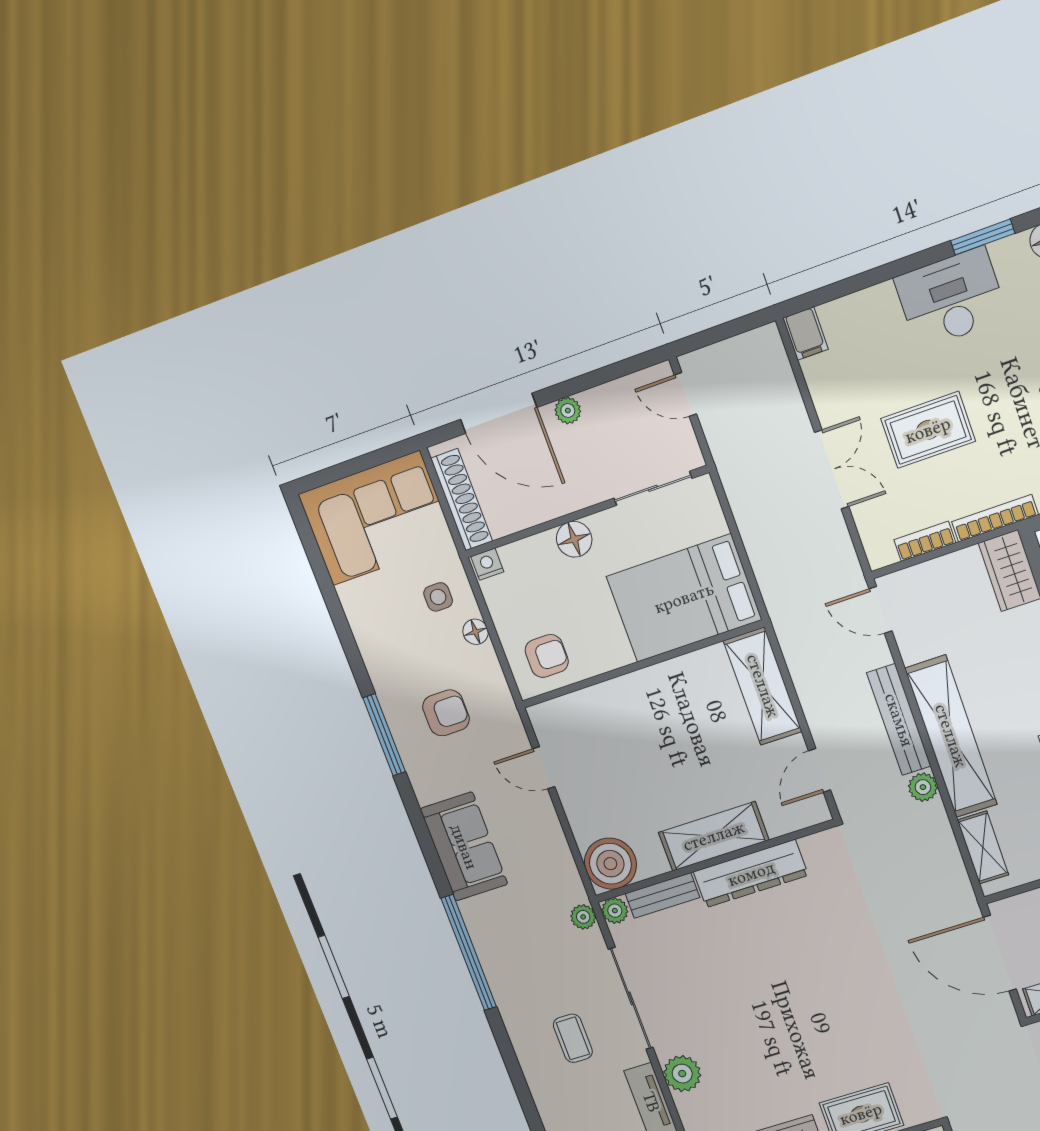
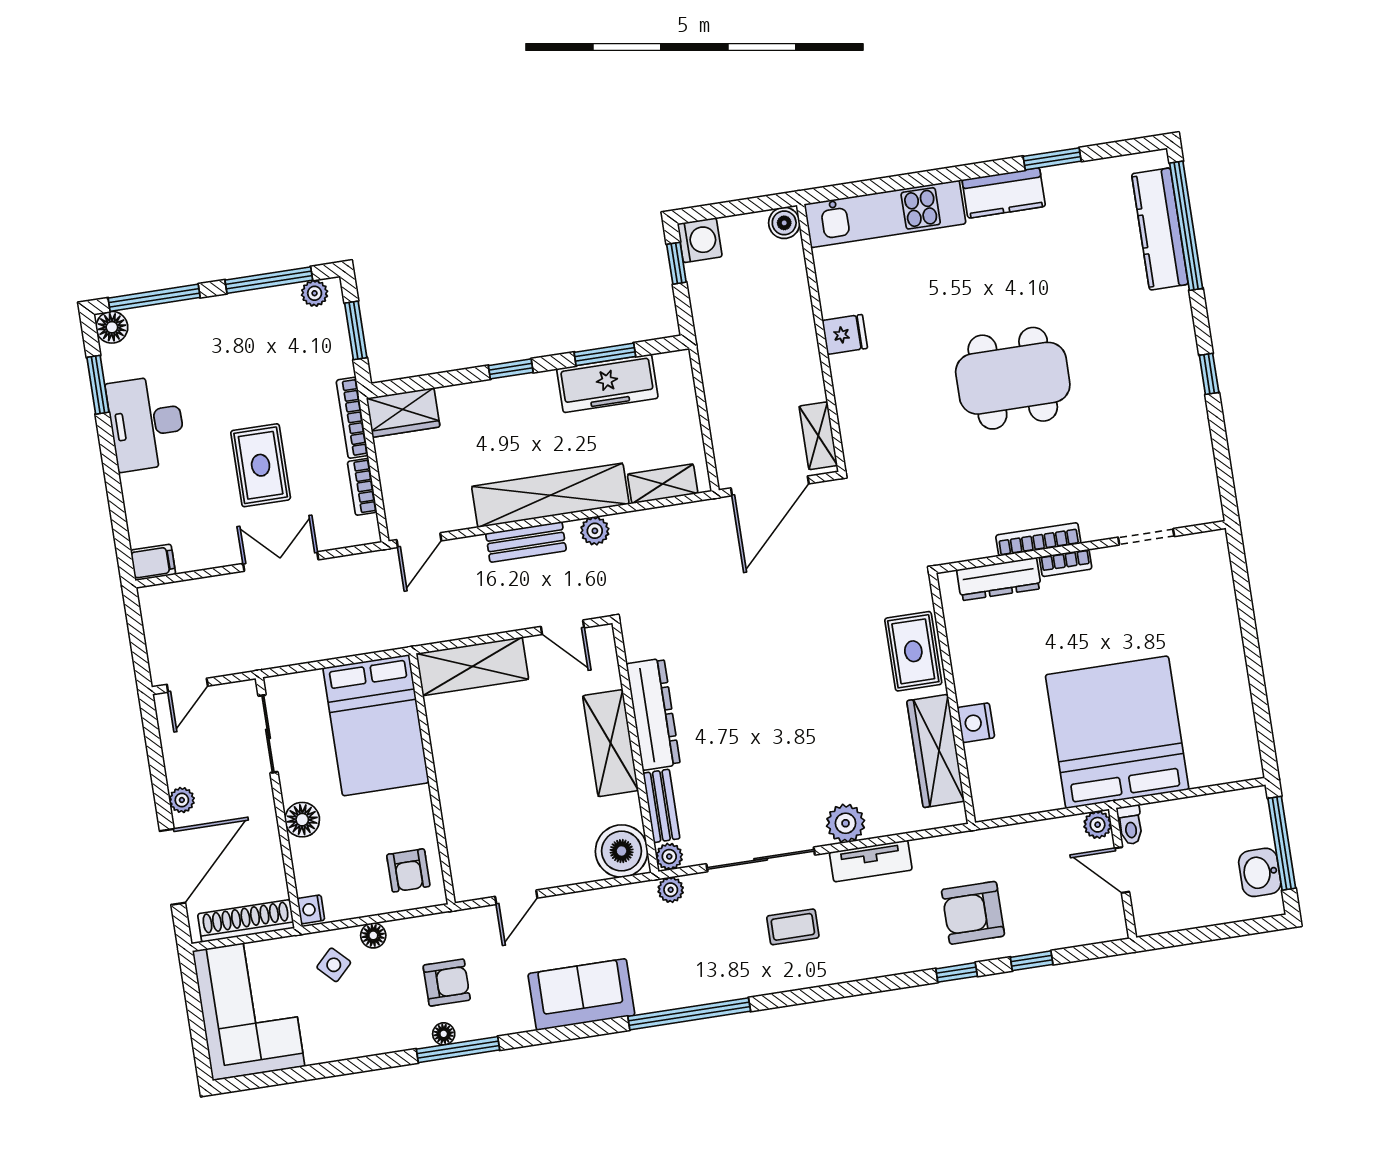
side table: (438, 597) -> (334, 965), turned 45
armchair: (547, 656) -> (408, 870), turned 180
armchair: (446, 713) -> (447, 983), turned 90
floor lamp: (396, 718) -> (444, 1034), added
bench: (899, 720) -> (526, 542), width x0.73

